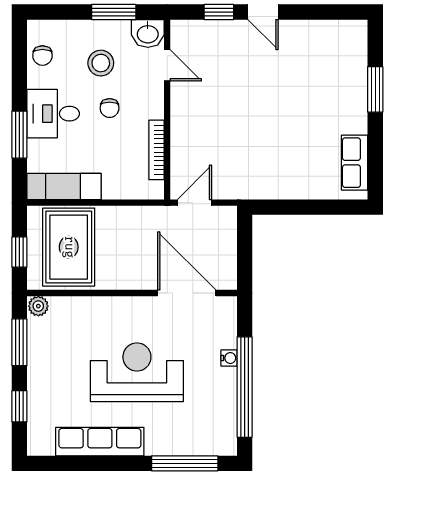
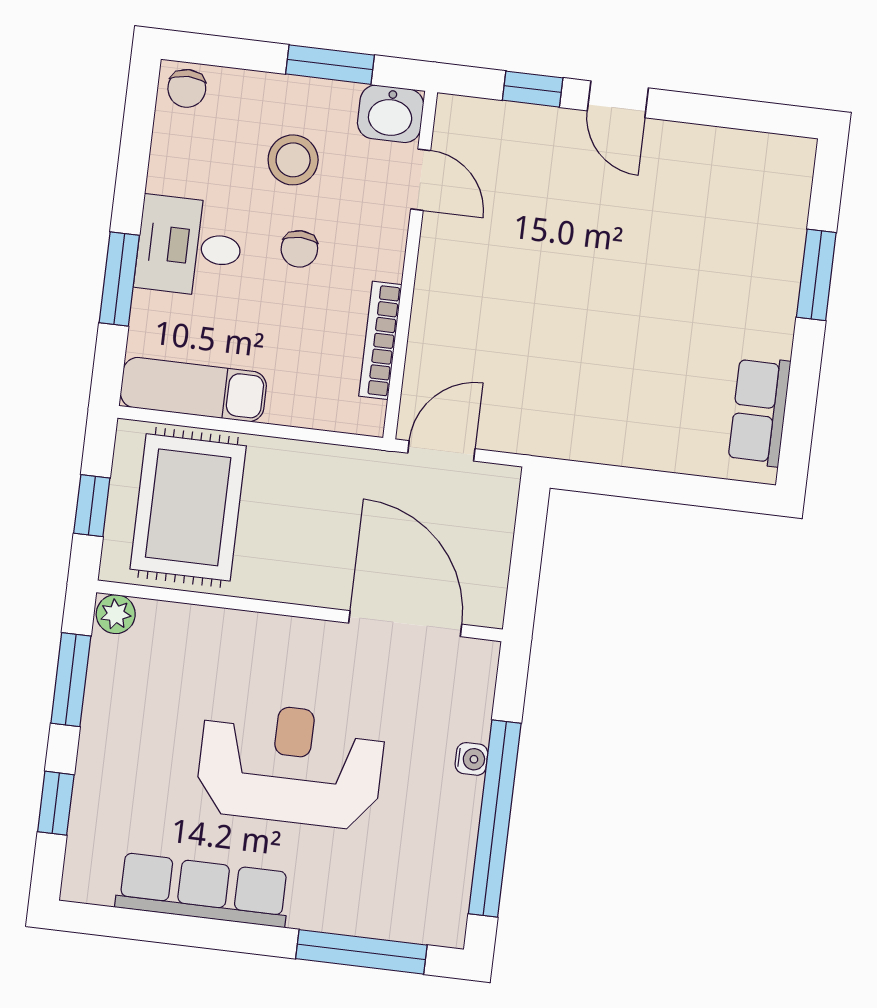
chair: (42, 56) -> (187, 88), moved

